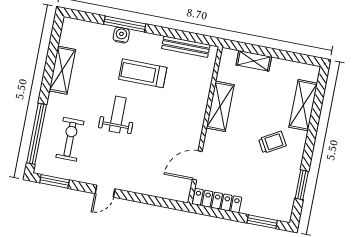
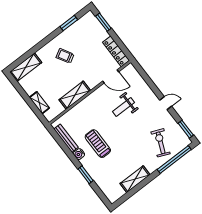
window: (125, 24) -> (86, 175), width x0.69
water cooler: (121, 35) -> (79, 154), moved
treadmill: (143, 73) -> (98, 144), turned 180
shelving: (303, 105) -> (26, 67), moved
weight bench: (118, 114) -> (124, 107), moved
exercise bike: (70, 139) -> (161, 143), turned 113

